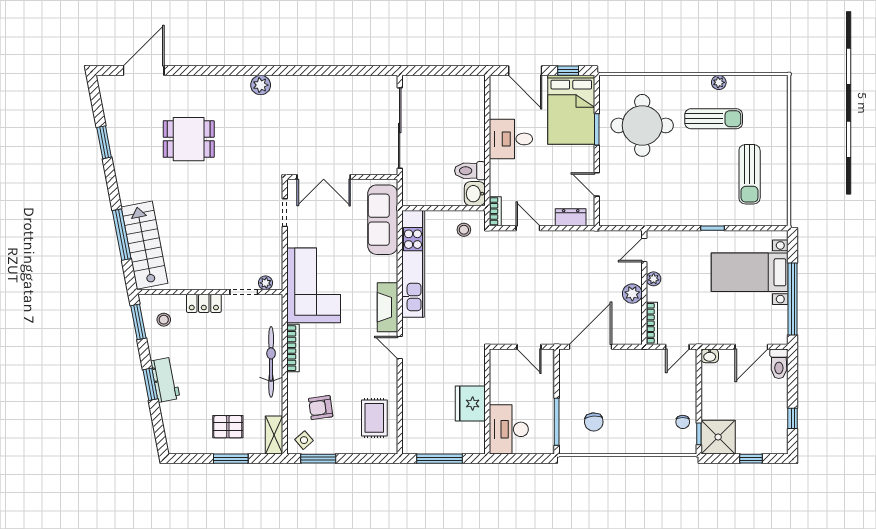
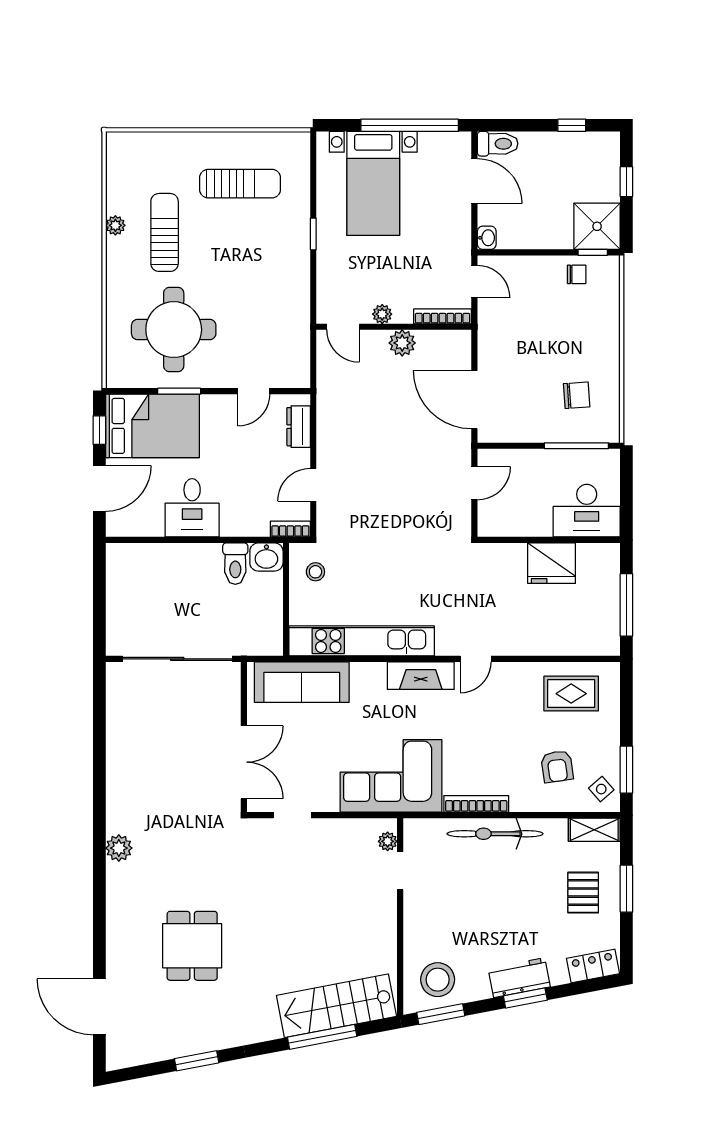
locker: (204, 303) -> (593, 966), moved, turned -101
stool: (164, 320) -> (438, 980), width x1.89, depth x1.89

